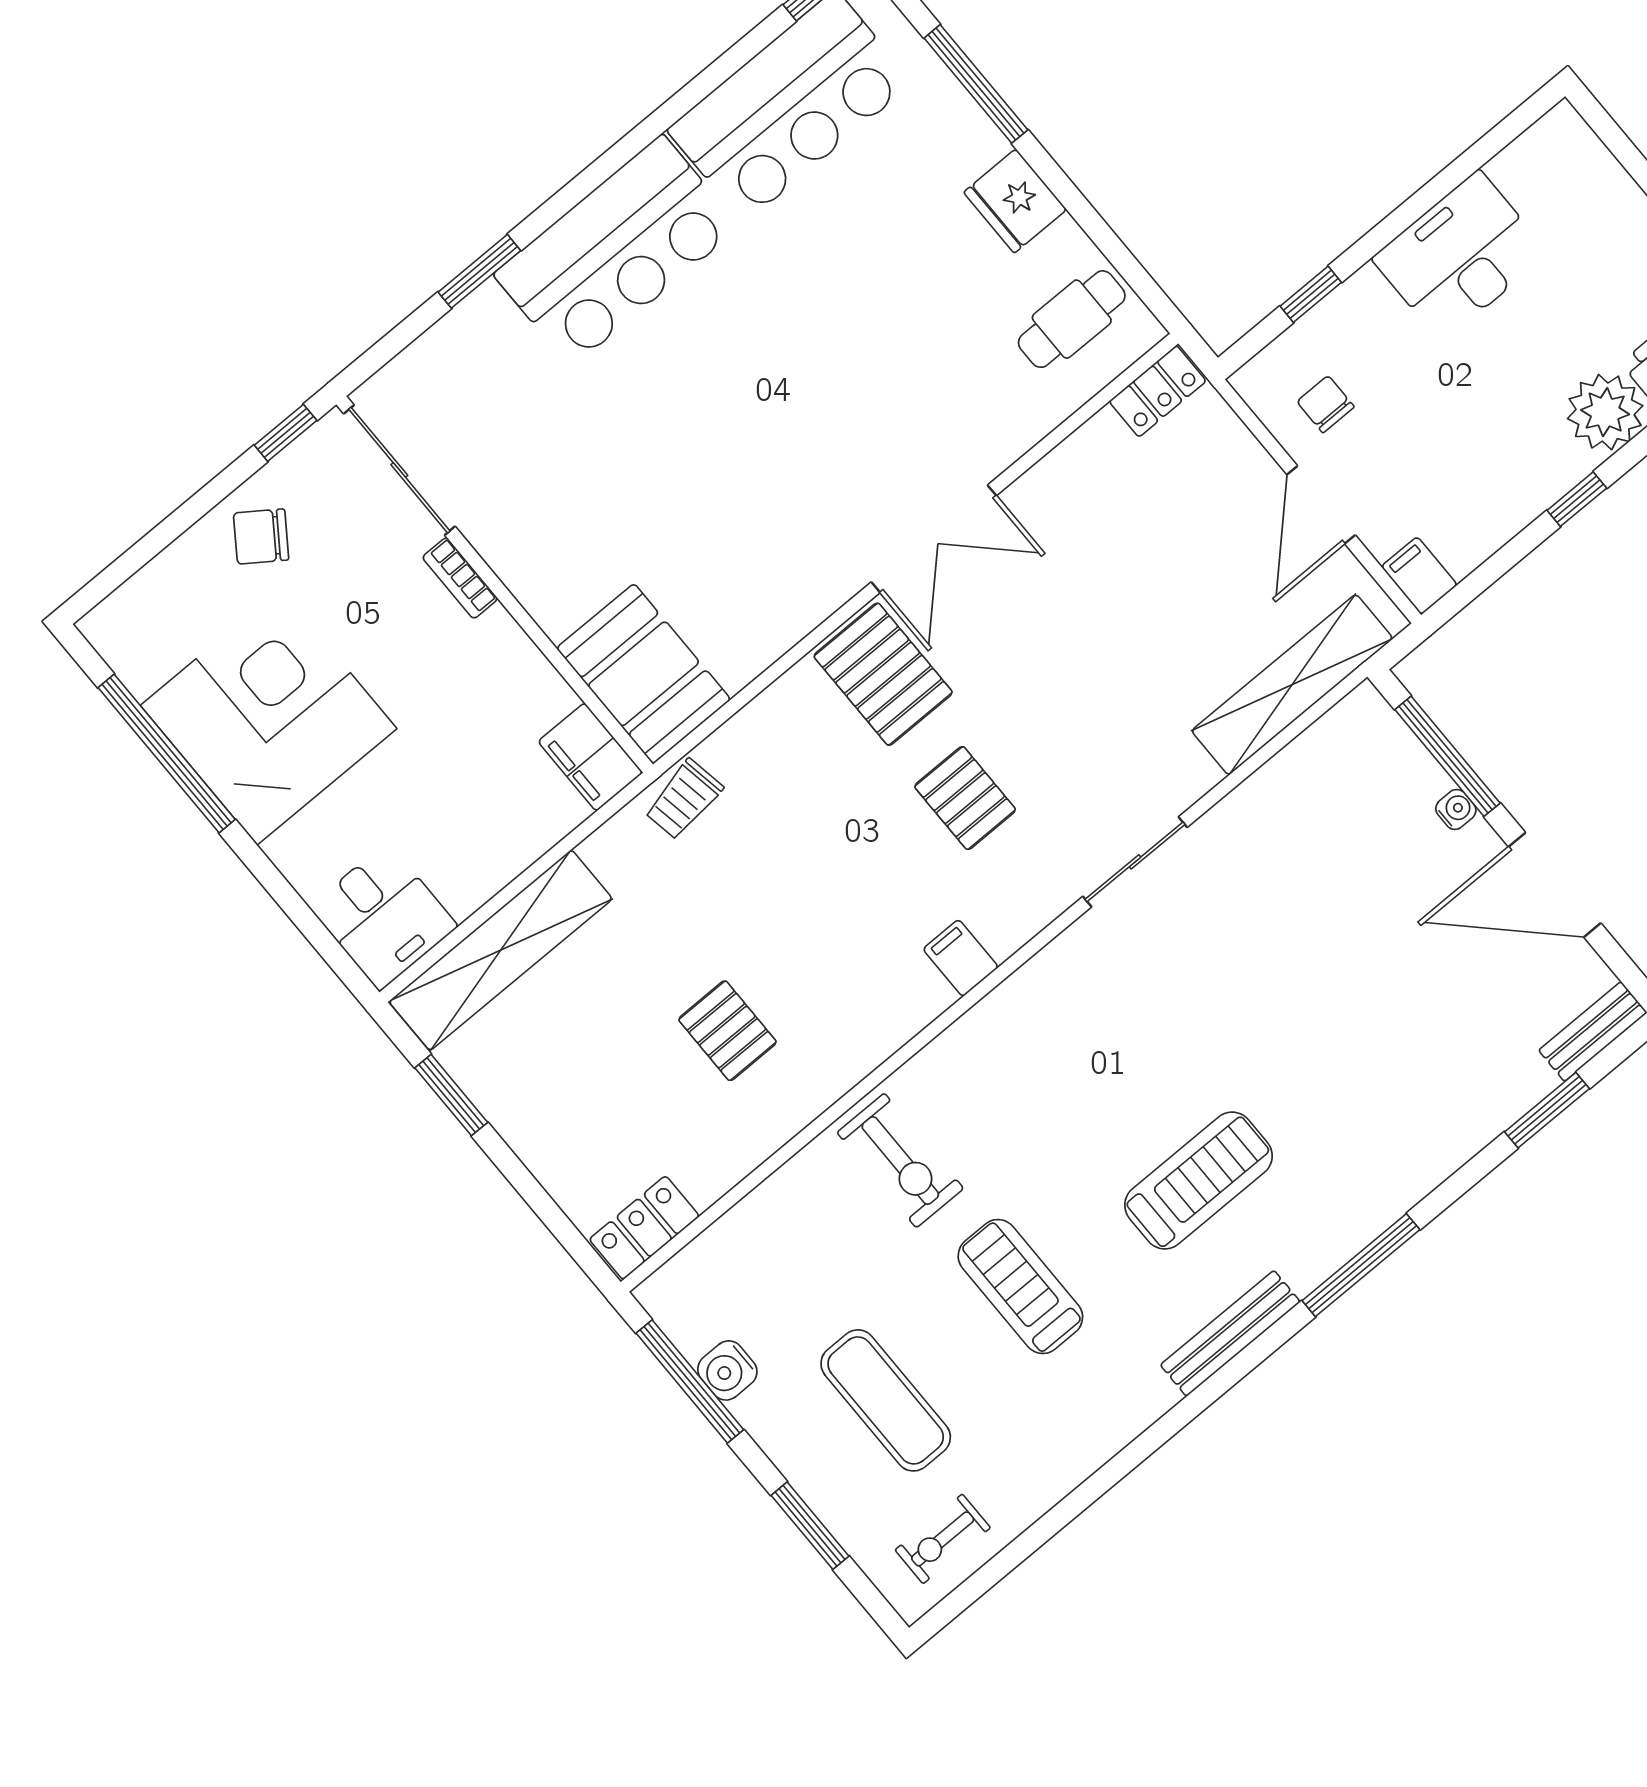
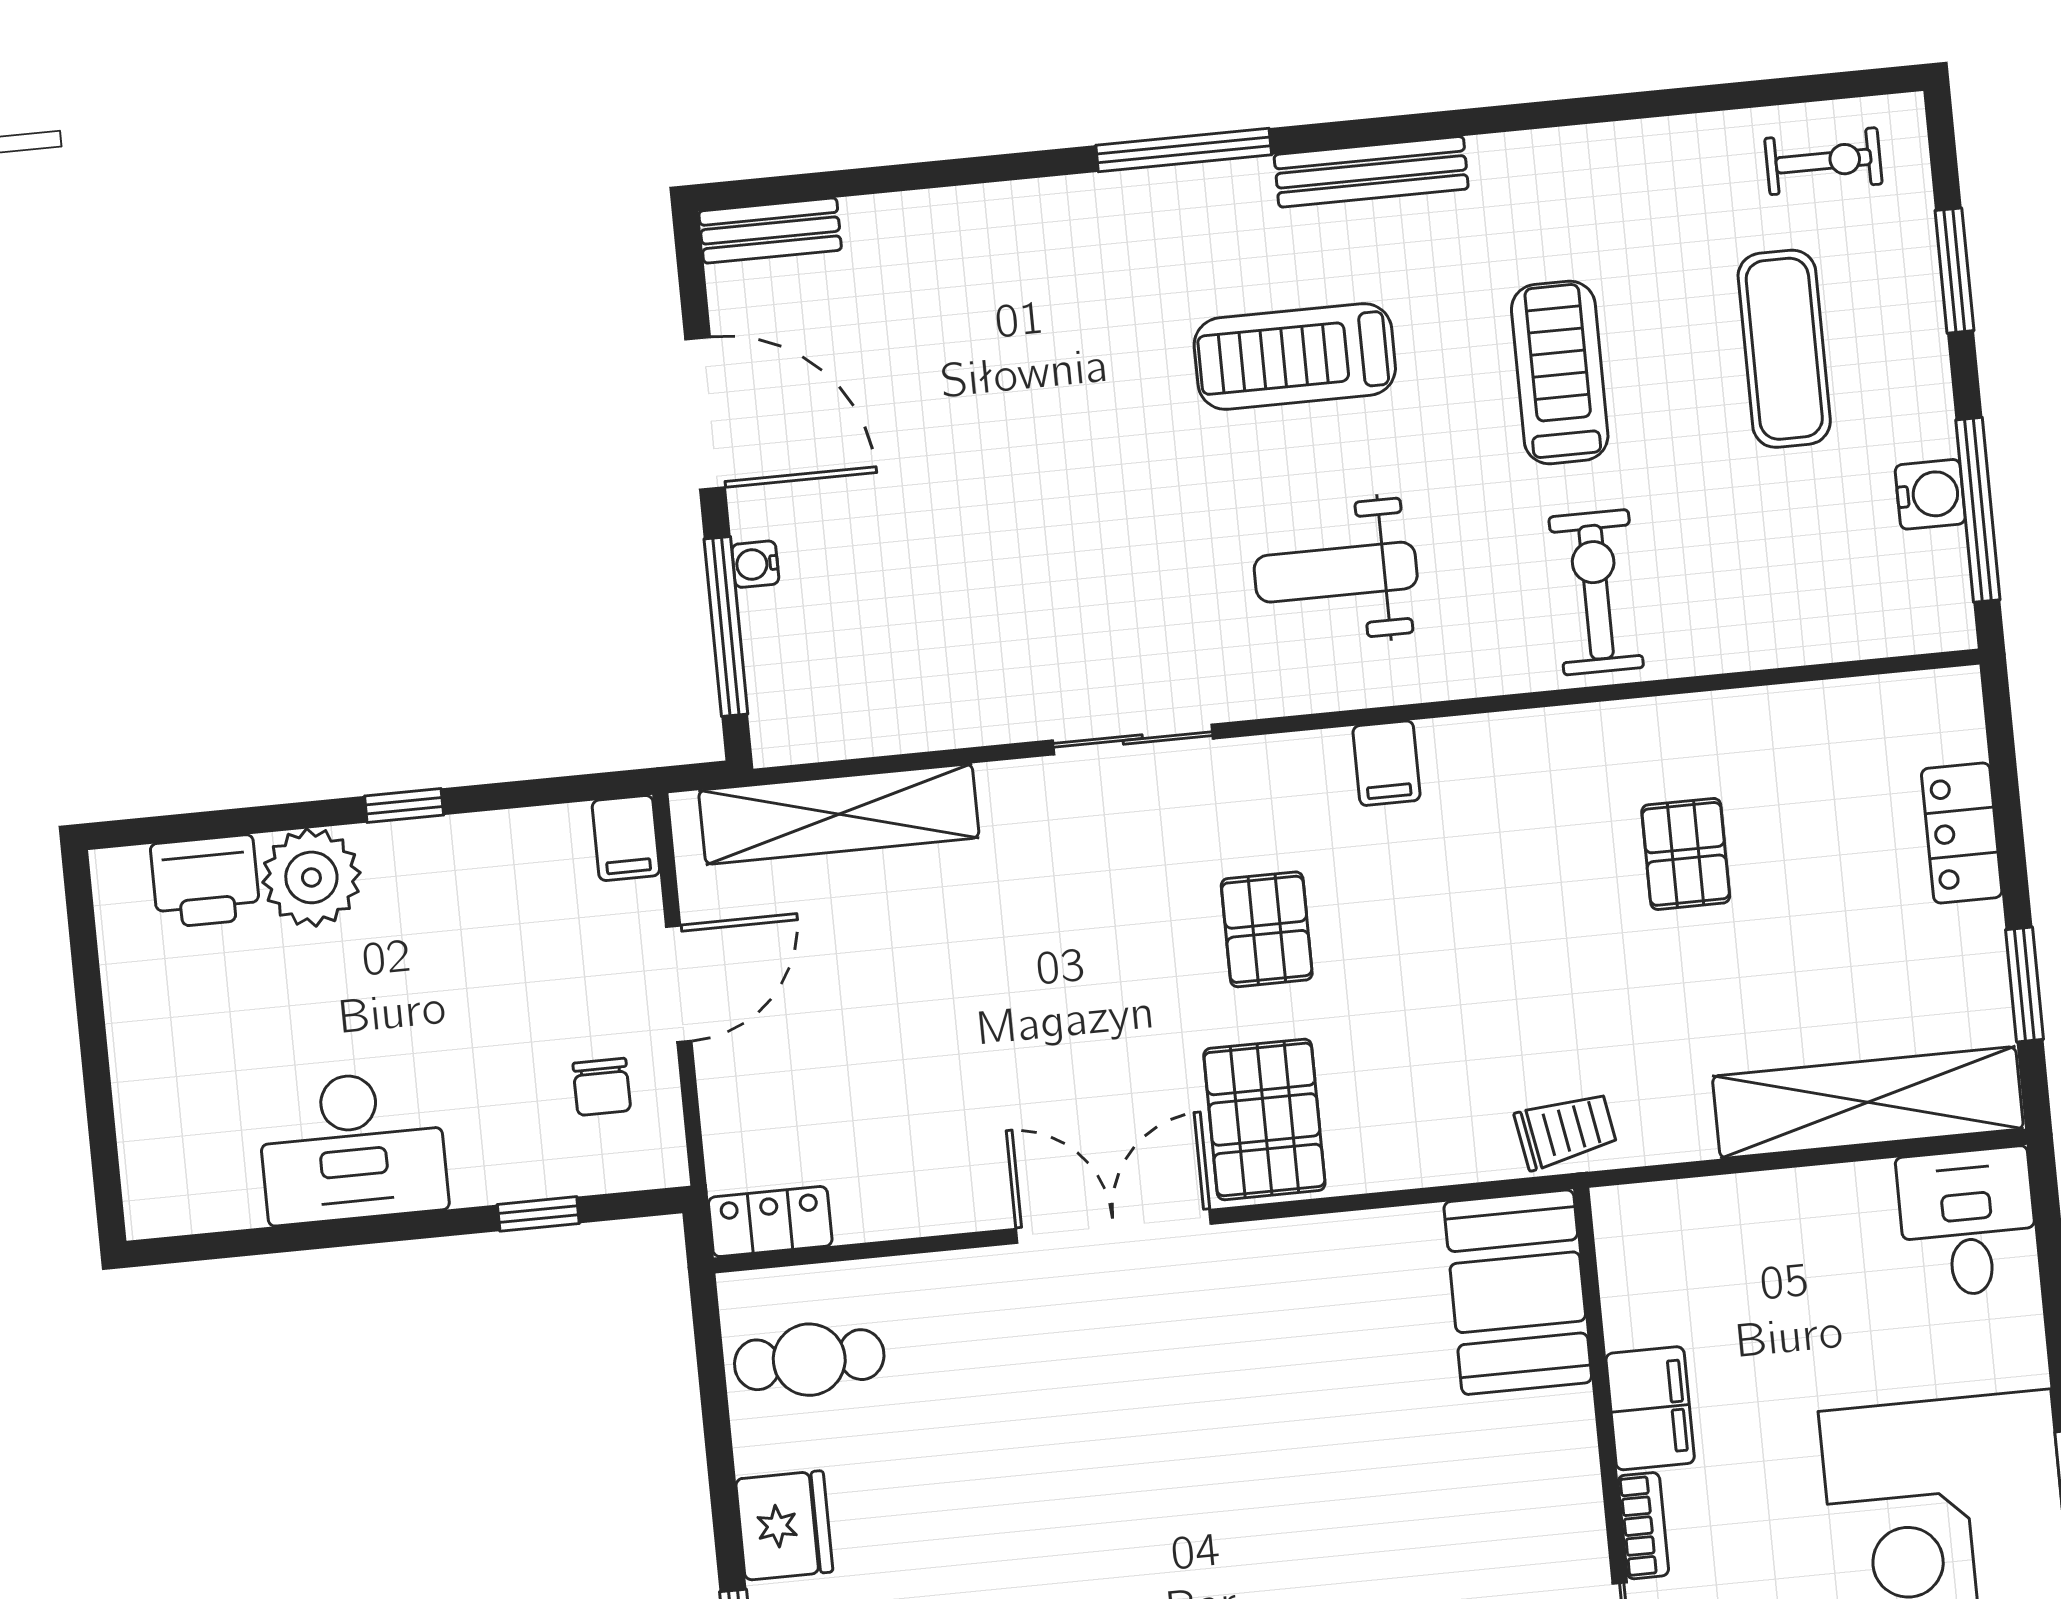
filing cabinet: (590, 757) -> (1650, 1408), moved
weight bench: (1077, 1059) -> (1336, 572), added
window: (1547, 1110) -> (875, 180), removed
locker: (644, 1228) -> (1962, 833), moved, turned 90
treadmill: (1020, 1286) -> (1560, 372), turned 180

